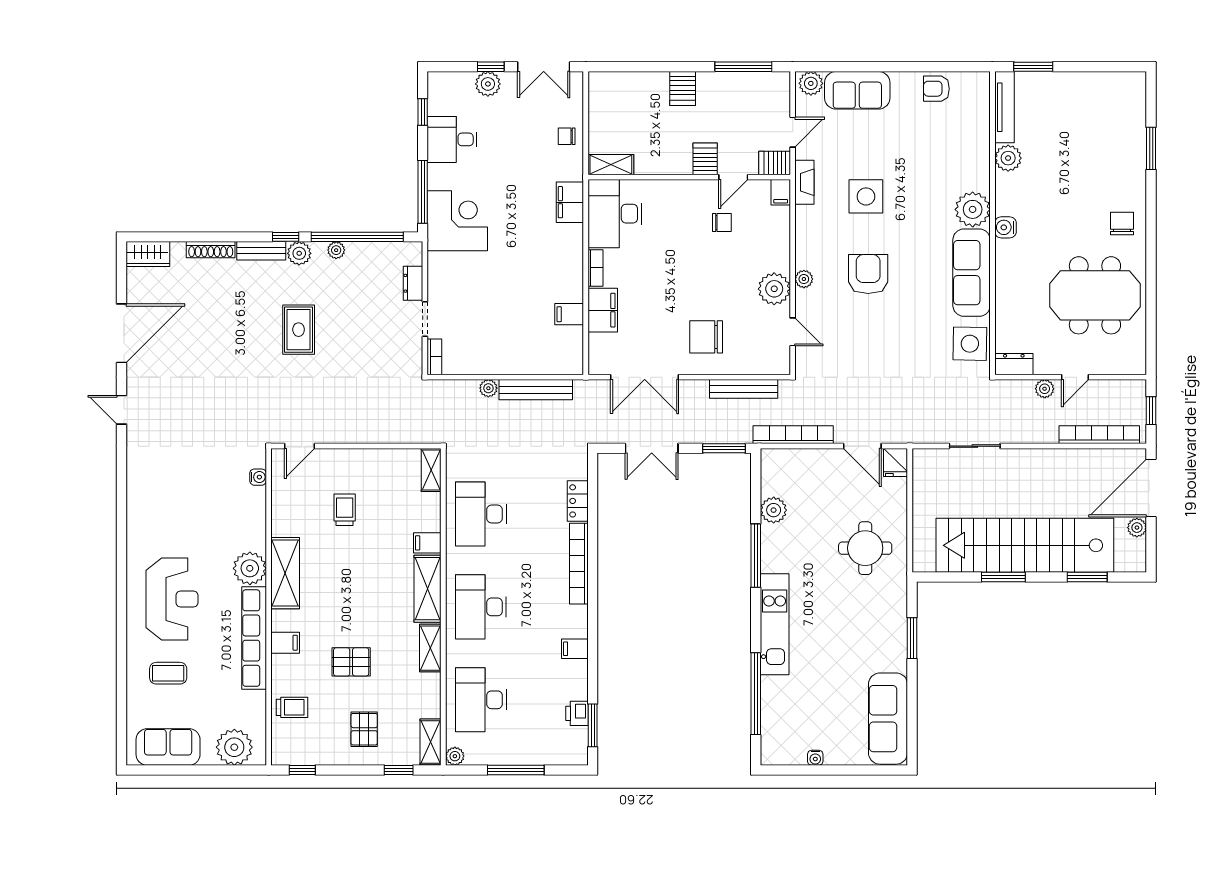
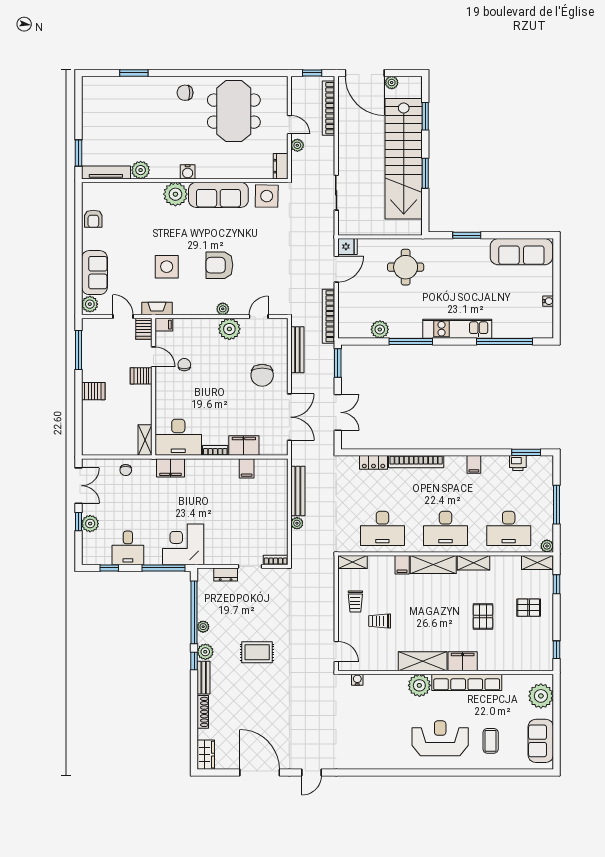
filing cabinet: (285, 643) -> (463, 661), width x2.00
trolley: (292, 707) -> (355, 601), moved, turned 180

